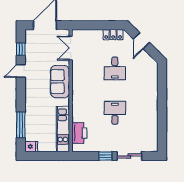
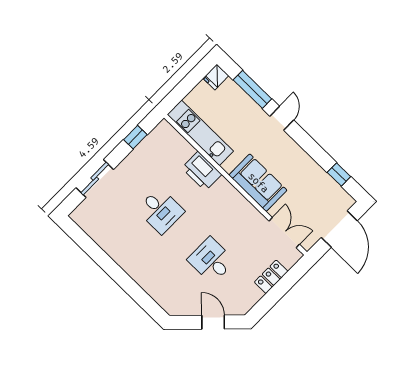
locker: (113, 35) -> (271, 277), moved
door: (21, 71) -> (282, 118), moved
printer: (79, 133) -> (202, 171), moved
window: (105, 156) -> (135, 137), moved

